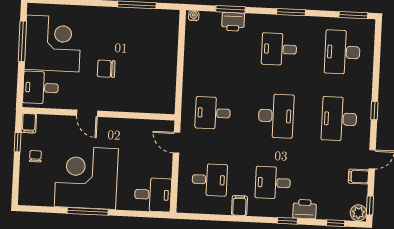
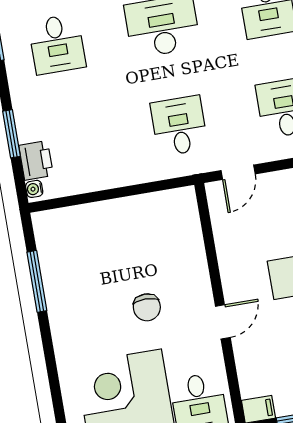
printer: (233, 22) -> (36, 160), moved
desk: (213, 113) -> (179, 126), turned 180

